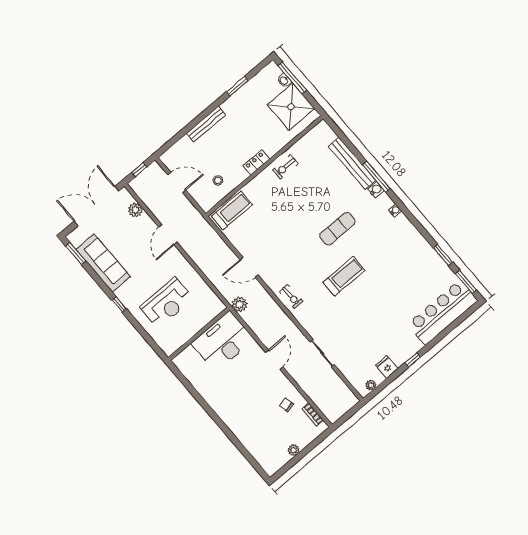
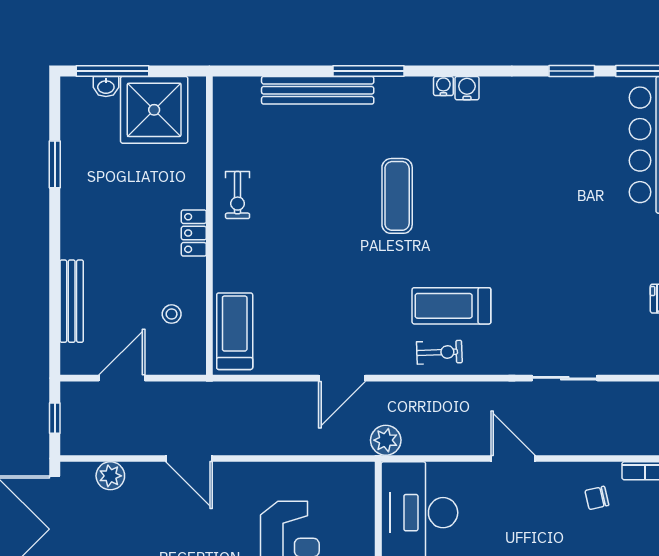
bench: (206, 124) -> (72, 301), moved
water cooler: (376, 190) -> (467, 88), moved
treadmill: (344, 276) -> (451, 306), moved, turned -90

